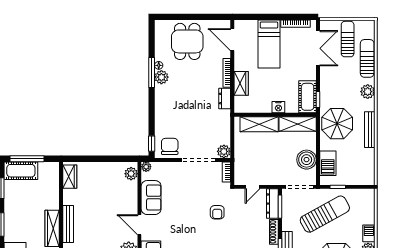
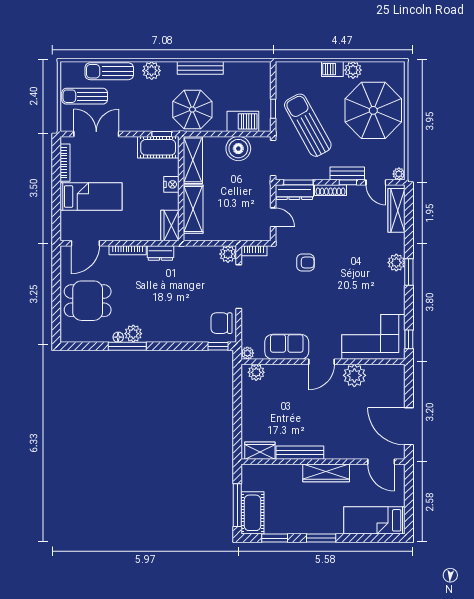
wardrobe: (241, 83) -> (170, 226), moved, turned -90
bench: (68, 224) -> (300, 453), moved

